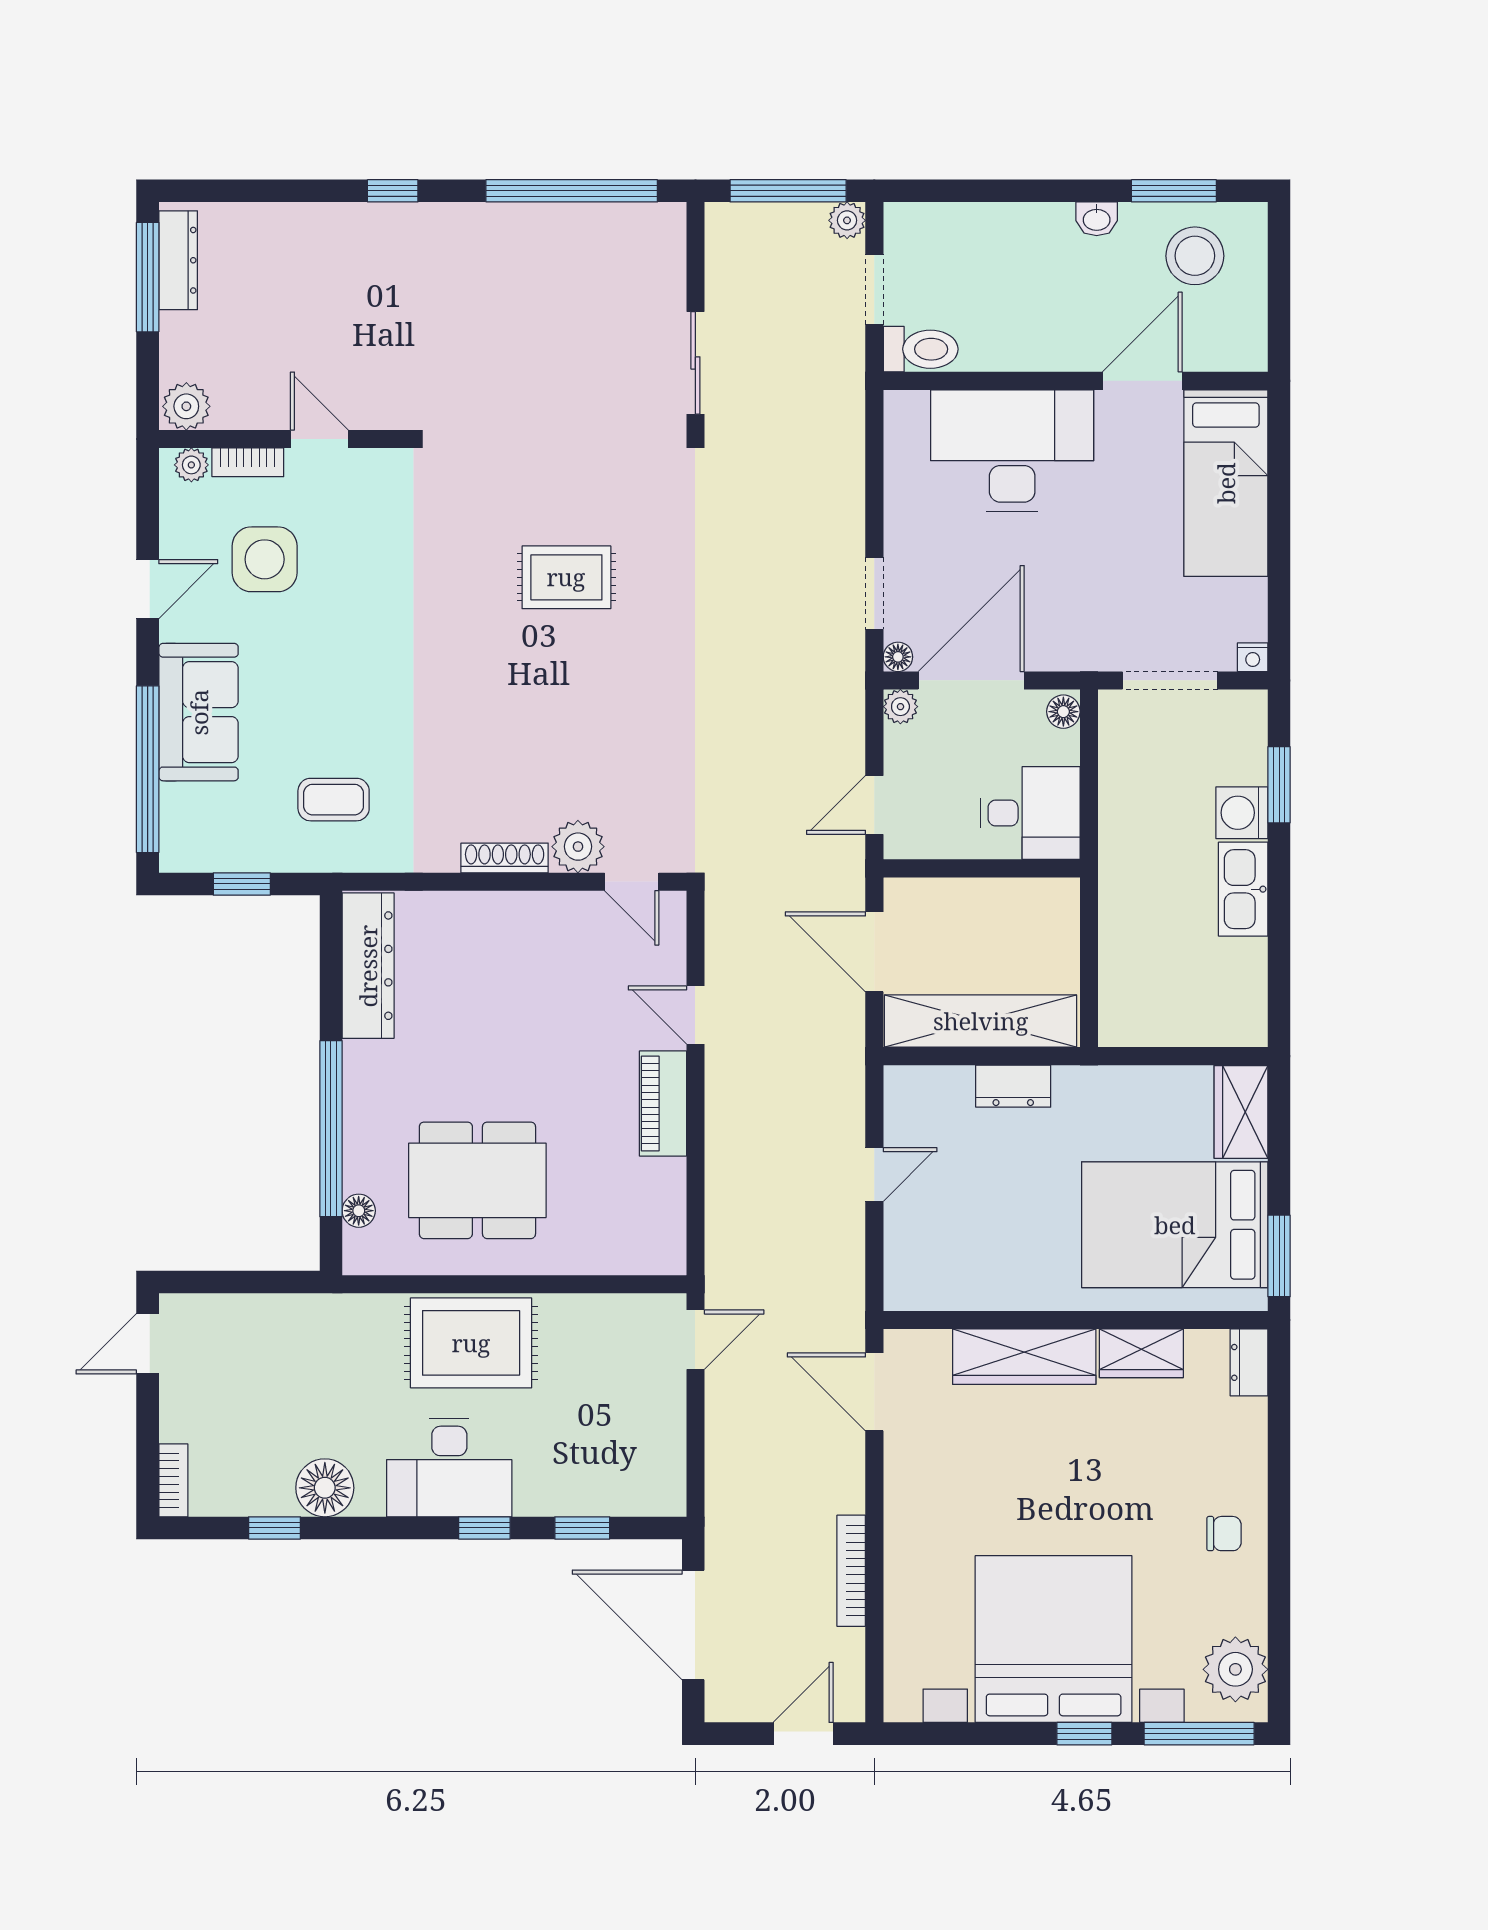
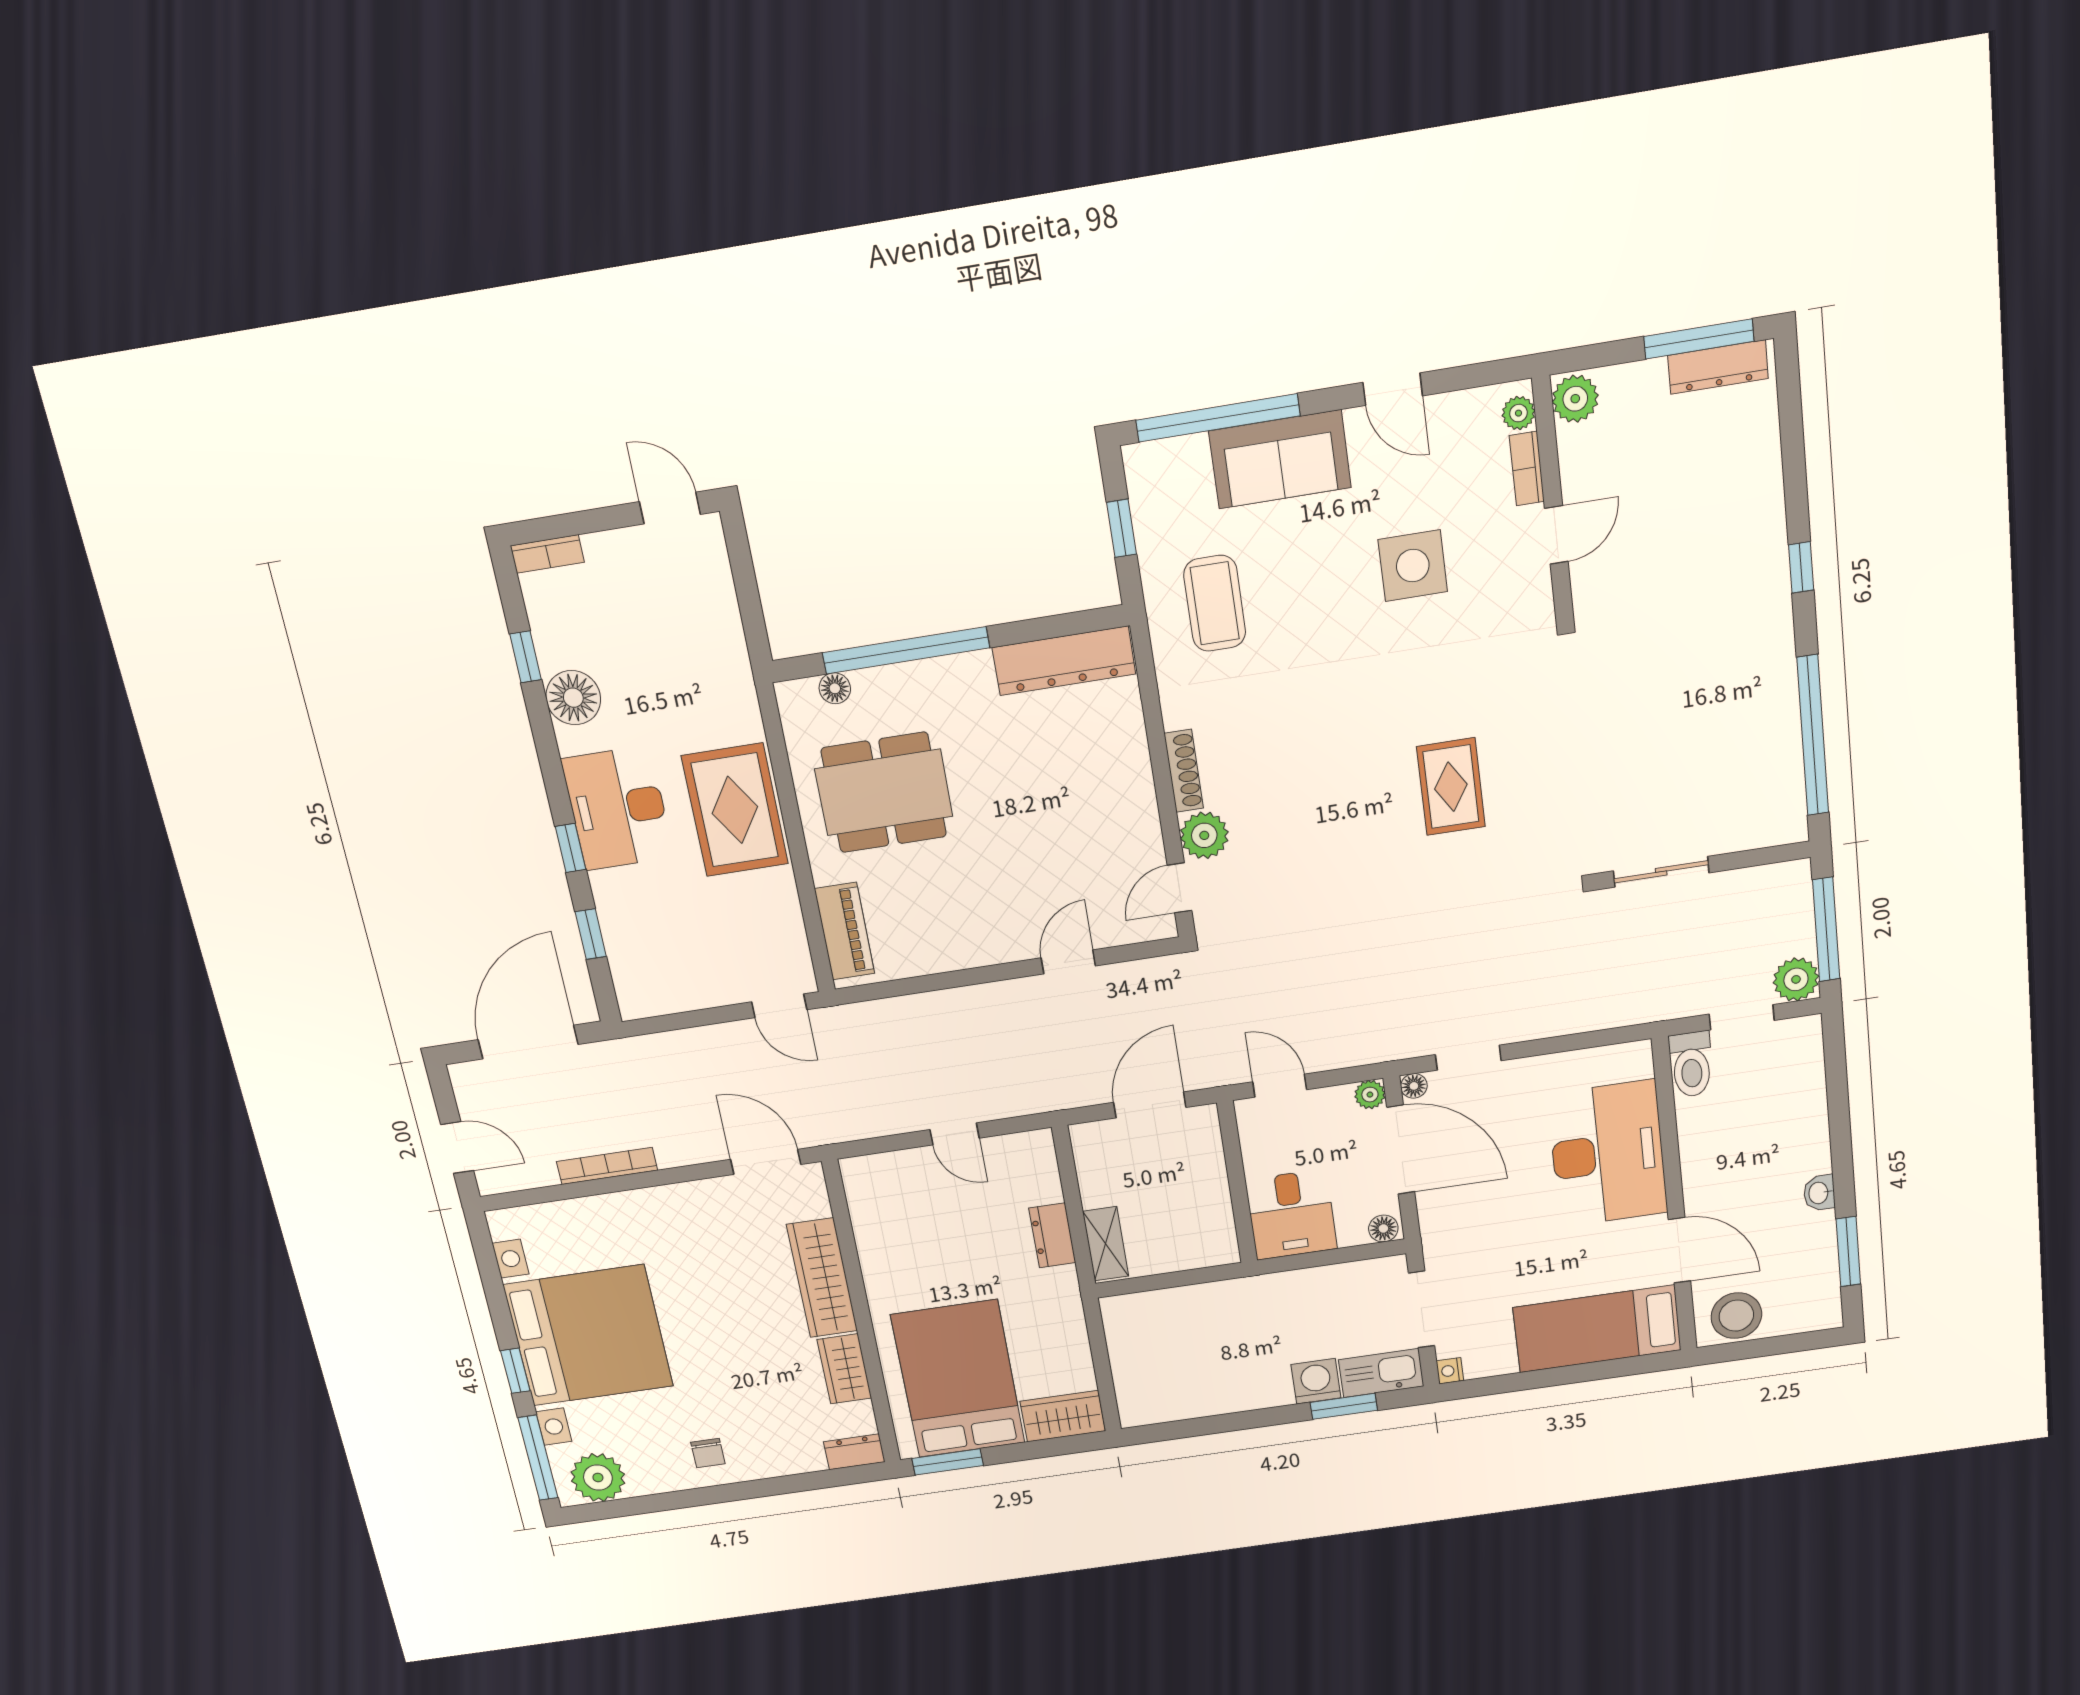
plant: (847, 220) -> (1796, 979), width x1.38, depth x1.38
stool: (1195, 256) -> (1736, 1316), moved
side table: (265, 559) -> (1413, 566), moved
coffee table: (334, 800) -> (1215, 603), width x1.36, depth x1.30
kitchen sink: (1243, 889) -> (1381, 1373), moved
shelving: (981, 1021) -> (1106, 1244), width x0.45, depth x0.75
piano: (663, 1103) -> (845, 931), moved, turned 90
dining table: (477, 1180) -> (884, 792), turned 90
door: (874, 1392) -> (766, 1162), hinge flipped

